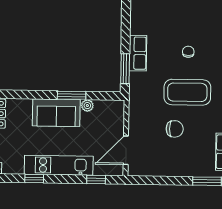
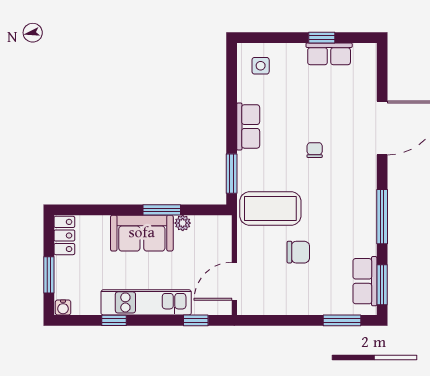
row of seats: (138, 53) -> (248, 126), moved
coffee table: (187, 92) -> (270, 208), moved

